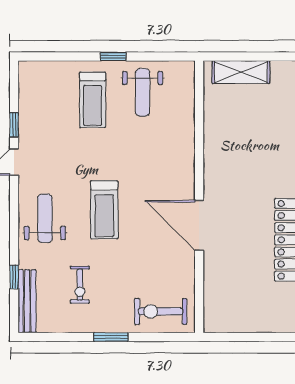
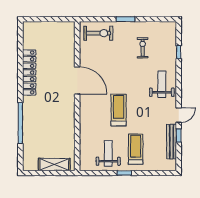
treadmill: (104, 210) -> (119, 110), moved
weight bench: (45, 218) -> (162, 84), turned 180
bench: (27, 301) -> (172, 142), moved

